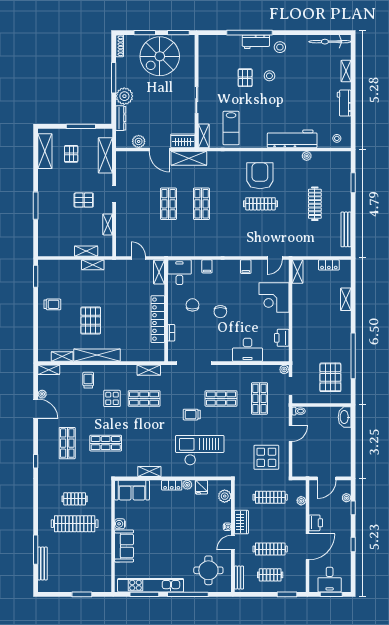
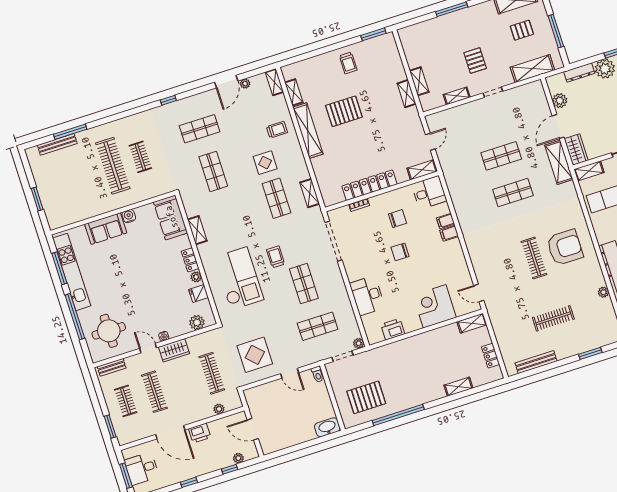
filing cabinet: (246, 267) -> (449, 233), moved

